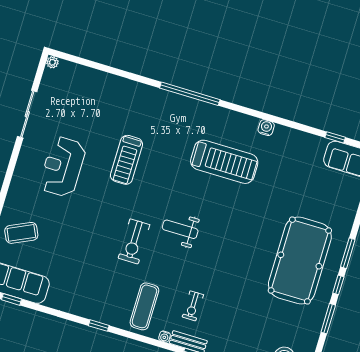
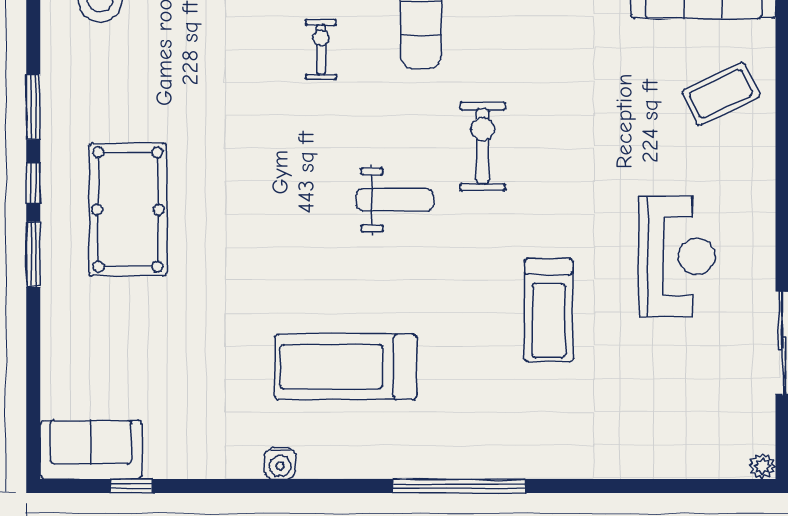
treadmill: (126, 160) -> (549, 310), turned 180
pool table: (300, 261) -> (128, 210), width x0.73, depth x0.76

